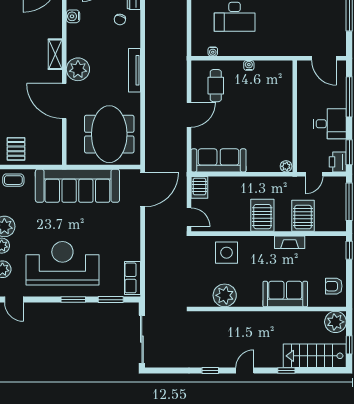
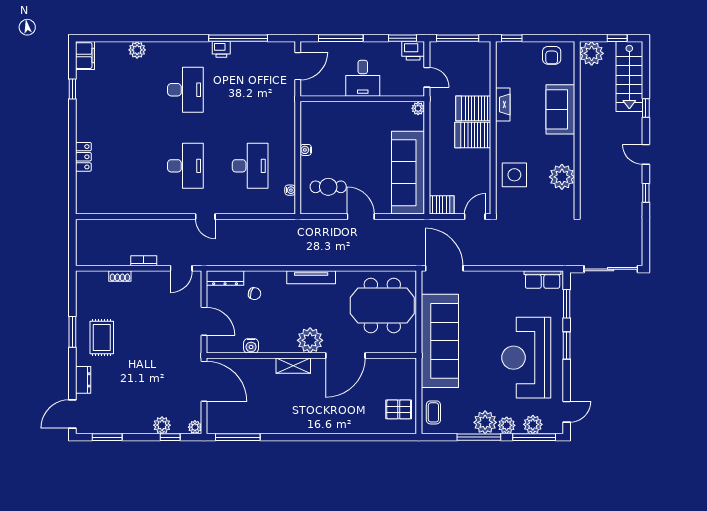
desk: (330, 124) -> (363, 78), moved, turned 180
sofa: (219, 160) -> (408, 173), width x1.36, depth x1.27
server rack: (303, 216) -> (473, 108), moved

